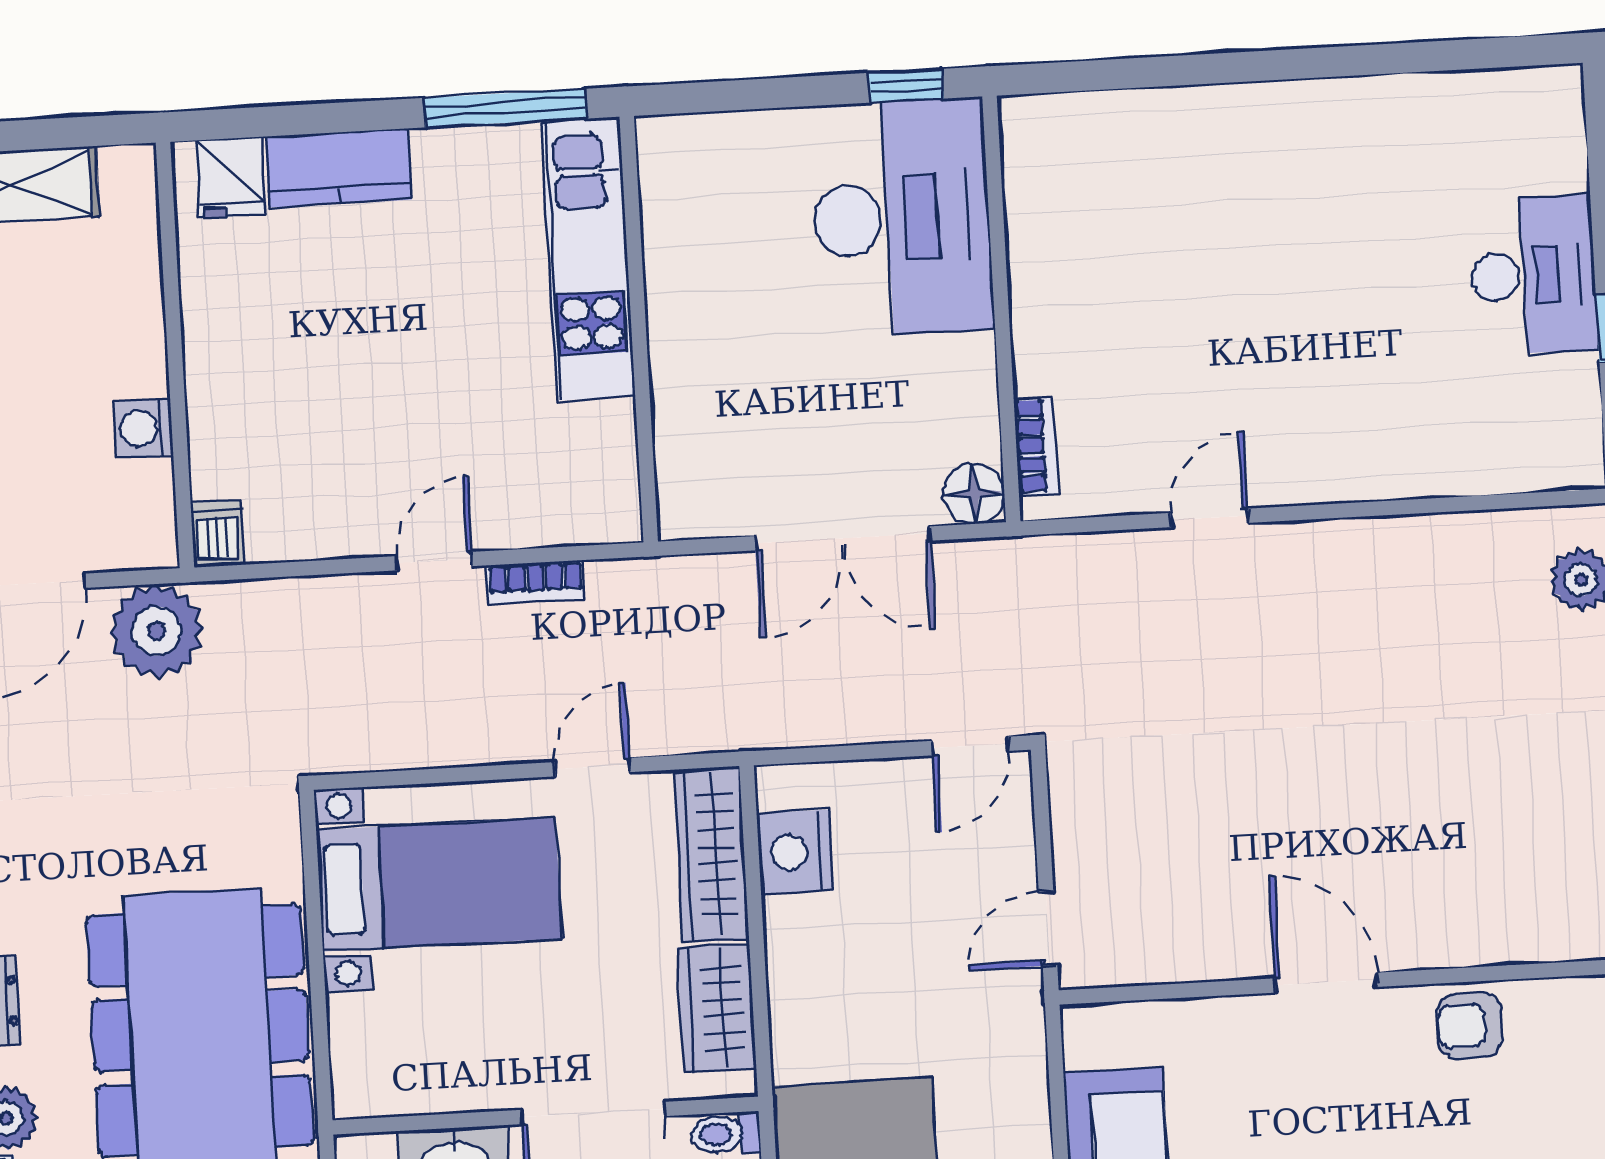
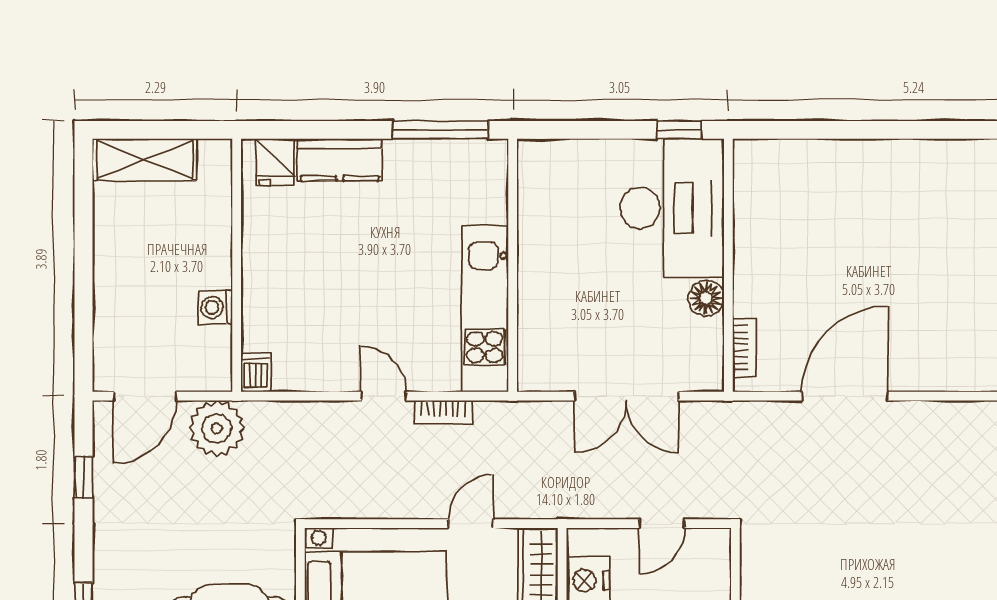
kitchen unit: (588, 259) -> (485, 309), moved
floor lamp: (974, 493) -> (706, 298), moved
door: (1210, 518) -> (845, 396), width x1.88
door: (434, 561) -> (384, 396), hinge flipped
door: (970, 746) -> (662, 524), moved

